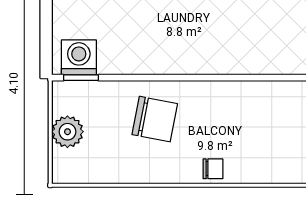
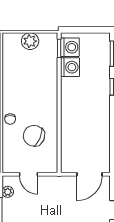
washing machine: (116, 57) -> (70, 67), added
chair: (155, 119) -> (34, 136), moved, turned 102

